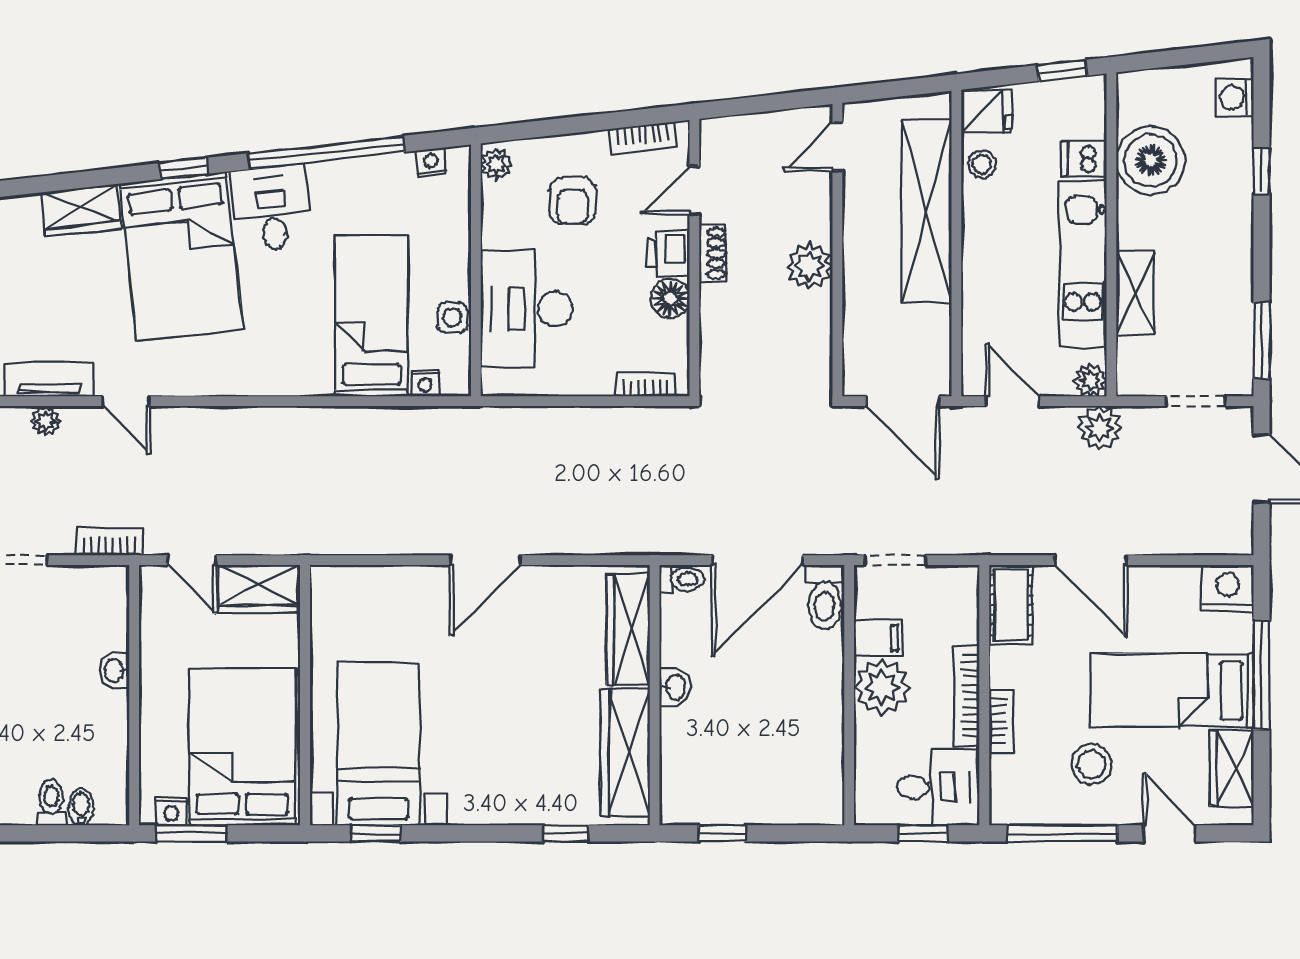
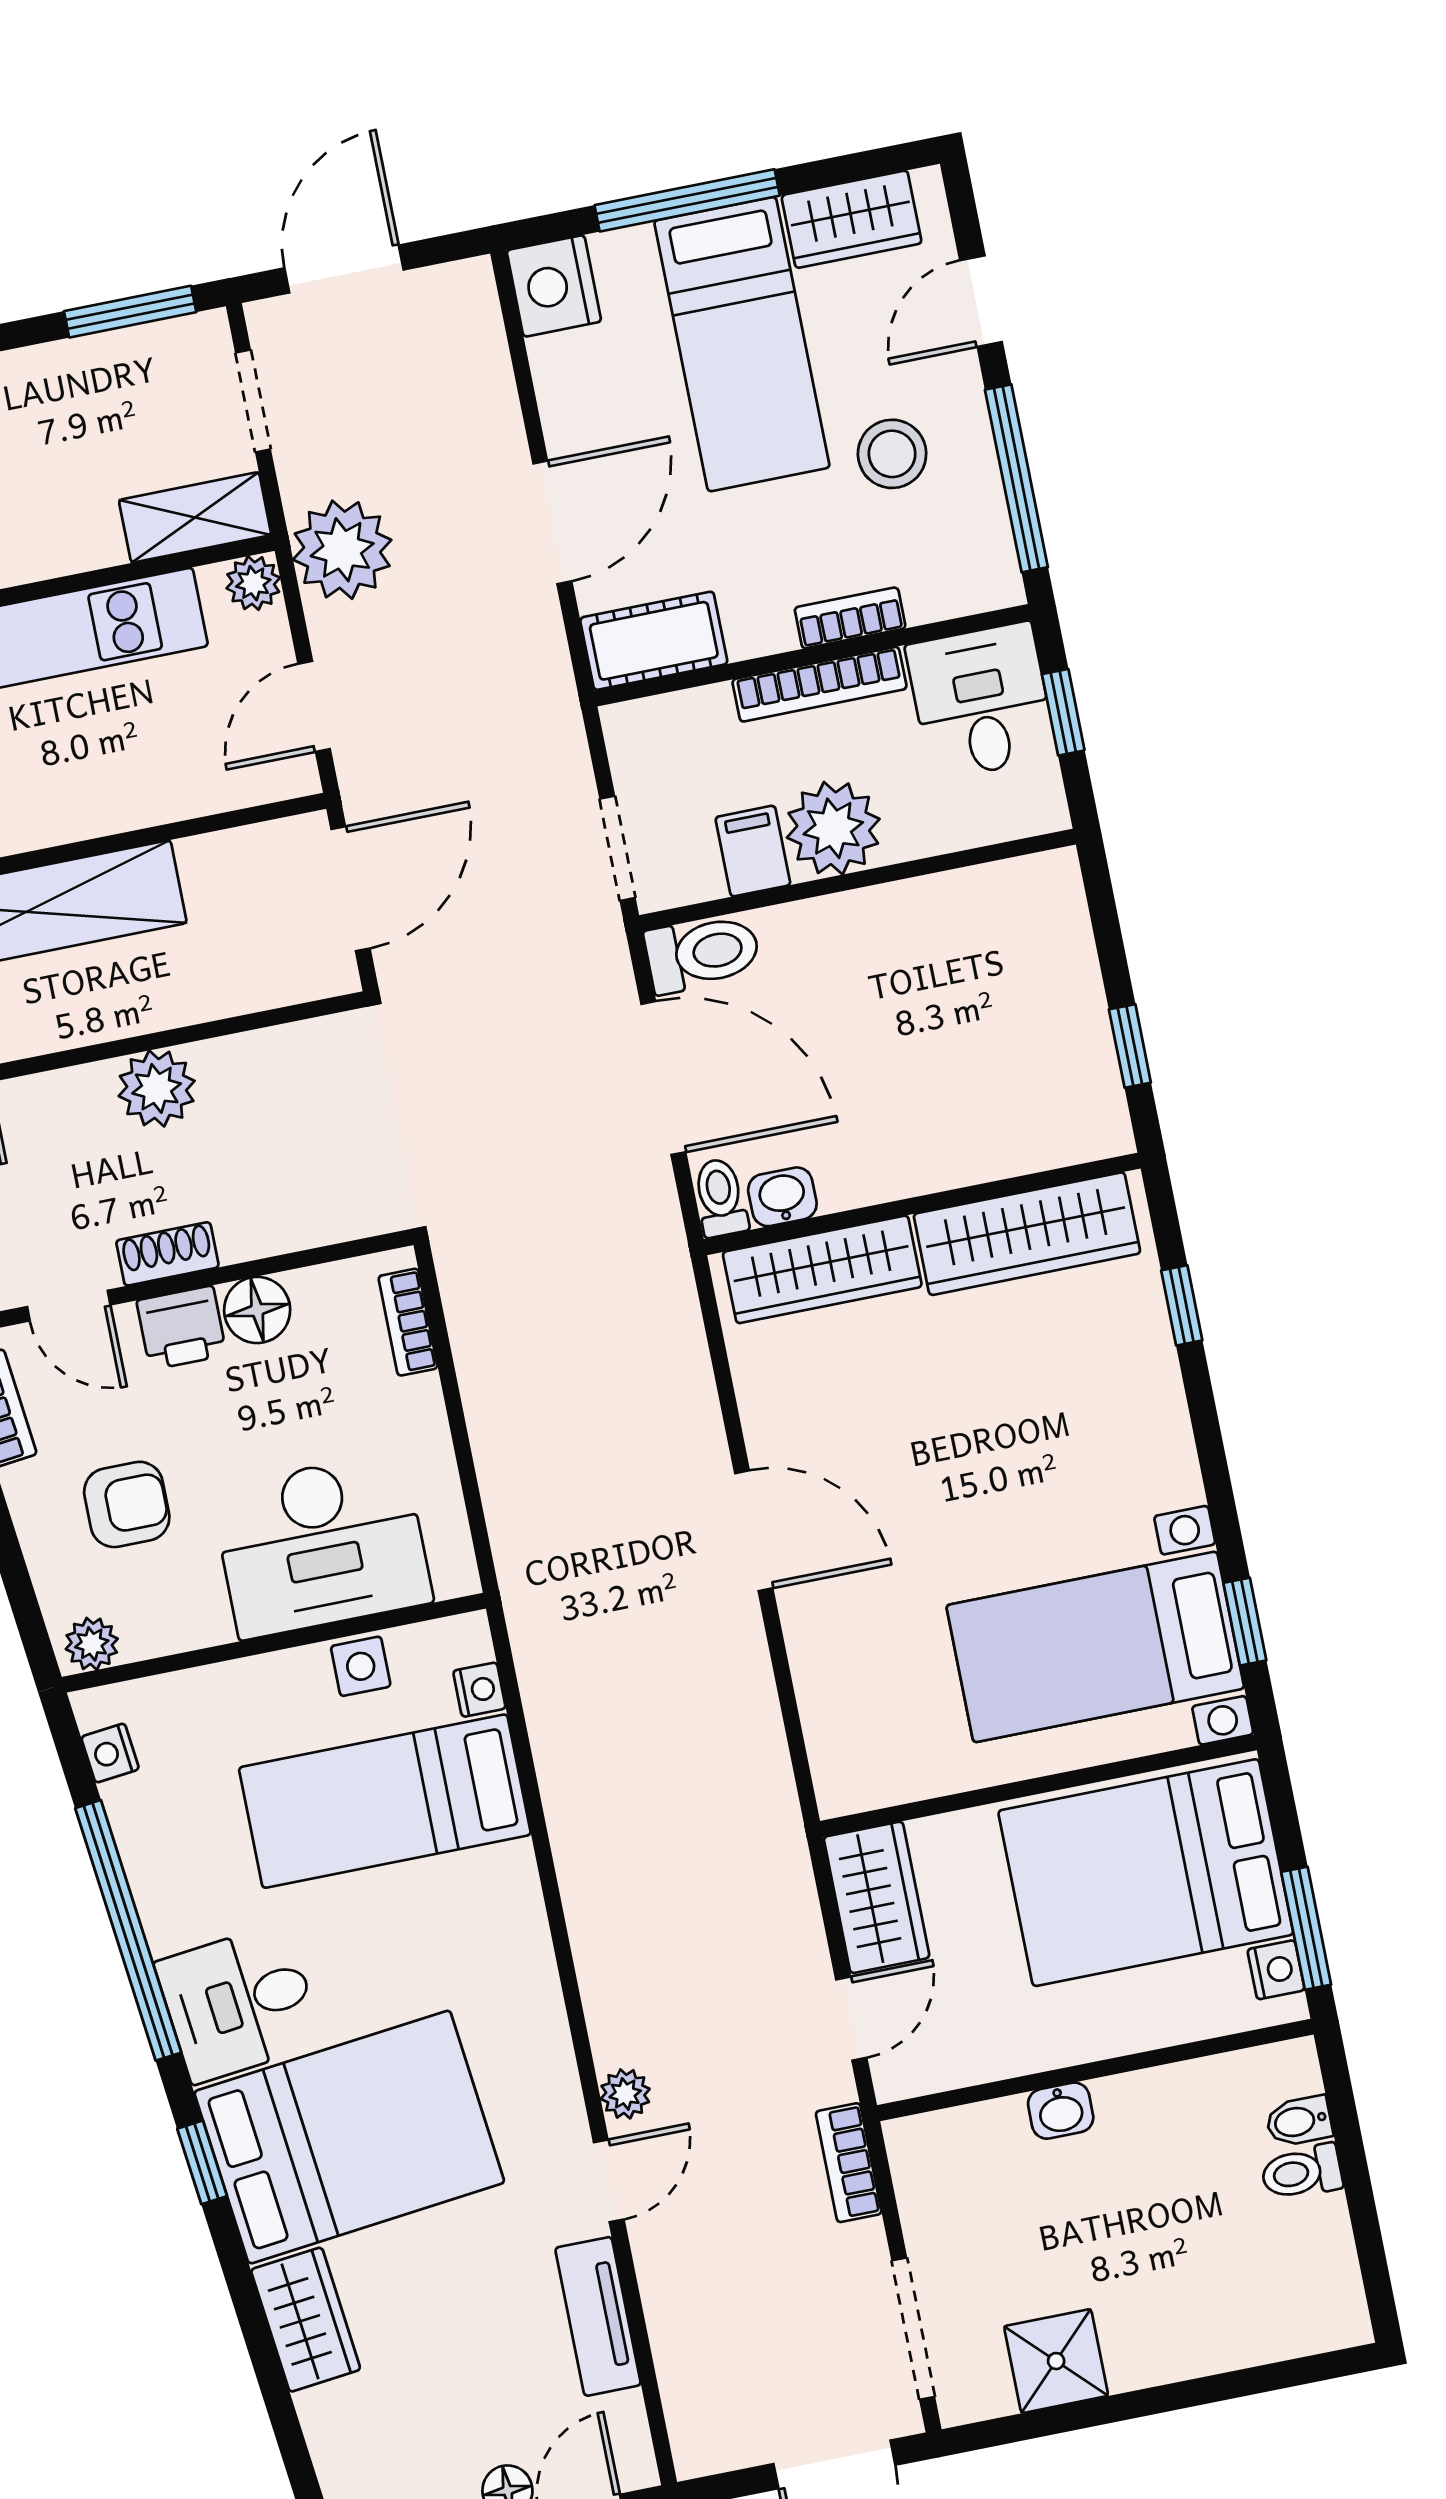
shelving: (1135, 293) -> (195, 517), moved
plant: (46, 421) -> (625, 2094), moved
plant: (1099, 428) -> (342, 550), width x1.36, depth x1.36
washbasin: (675, 687) -> (782, 1197), moved

